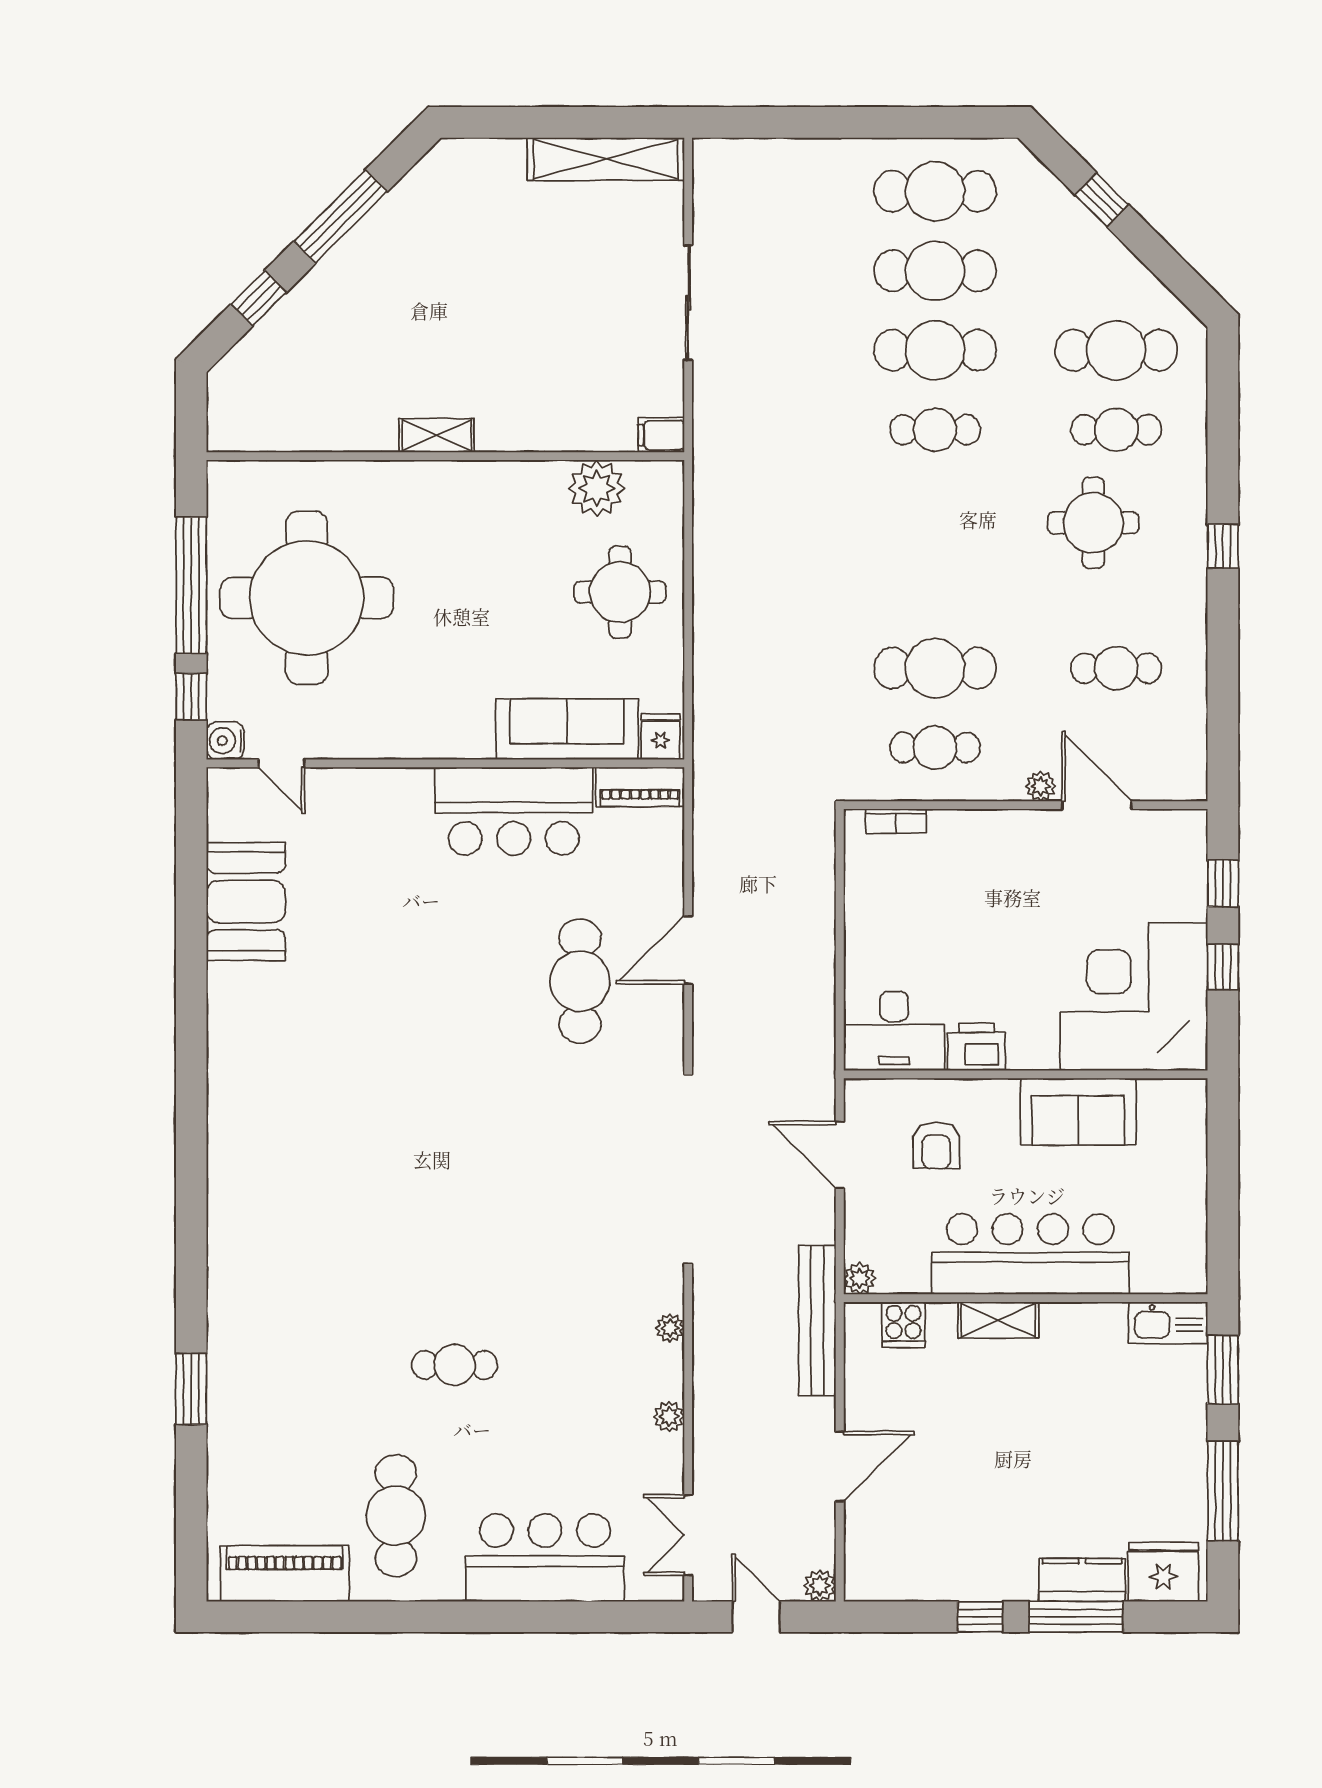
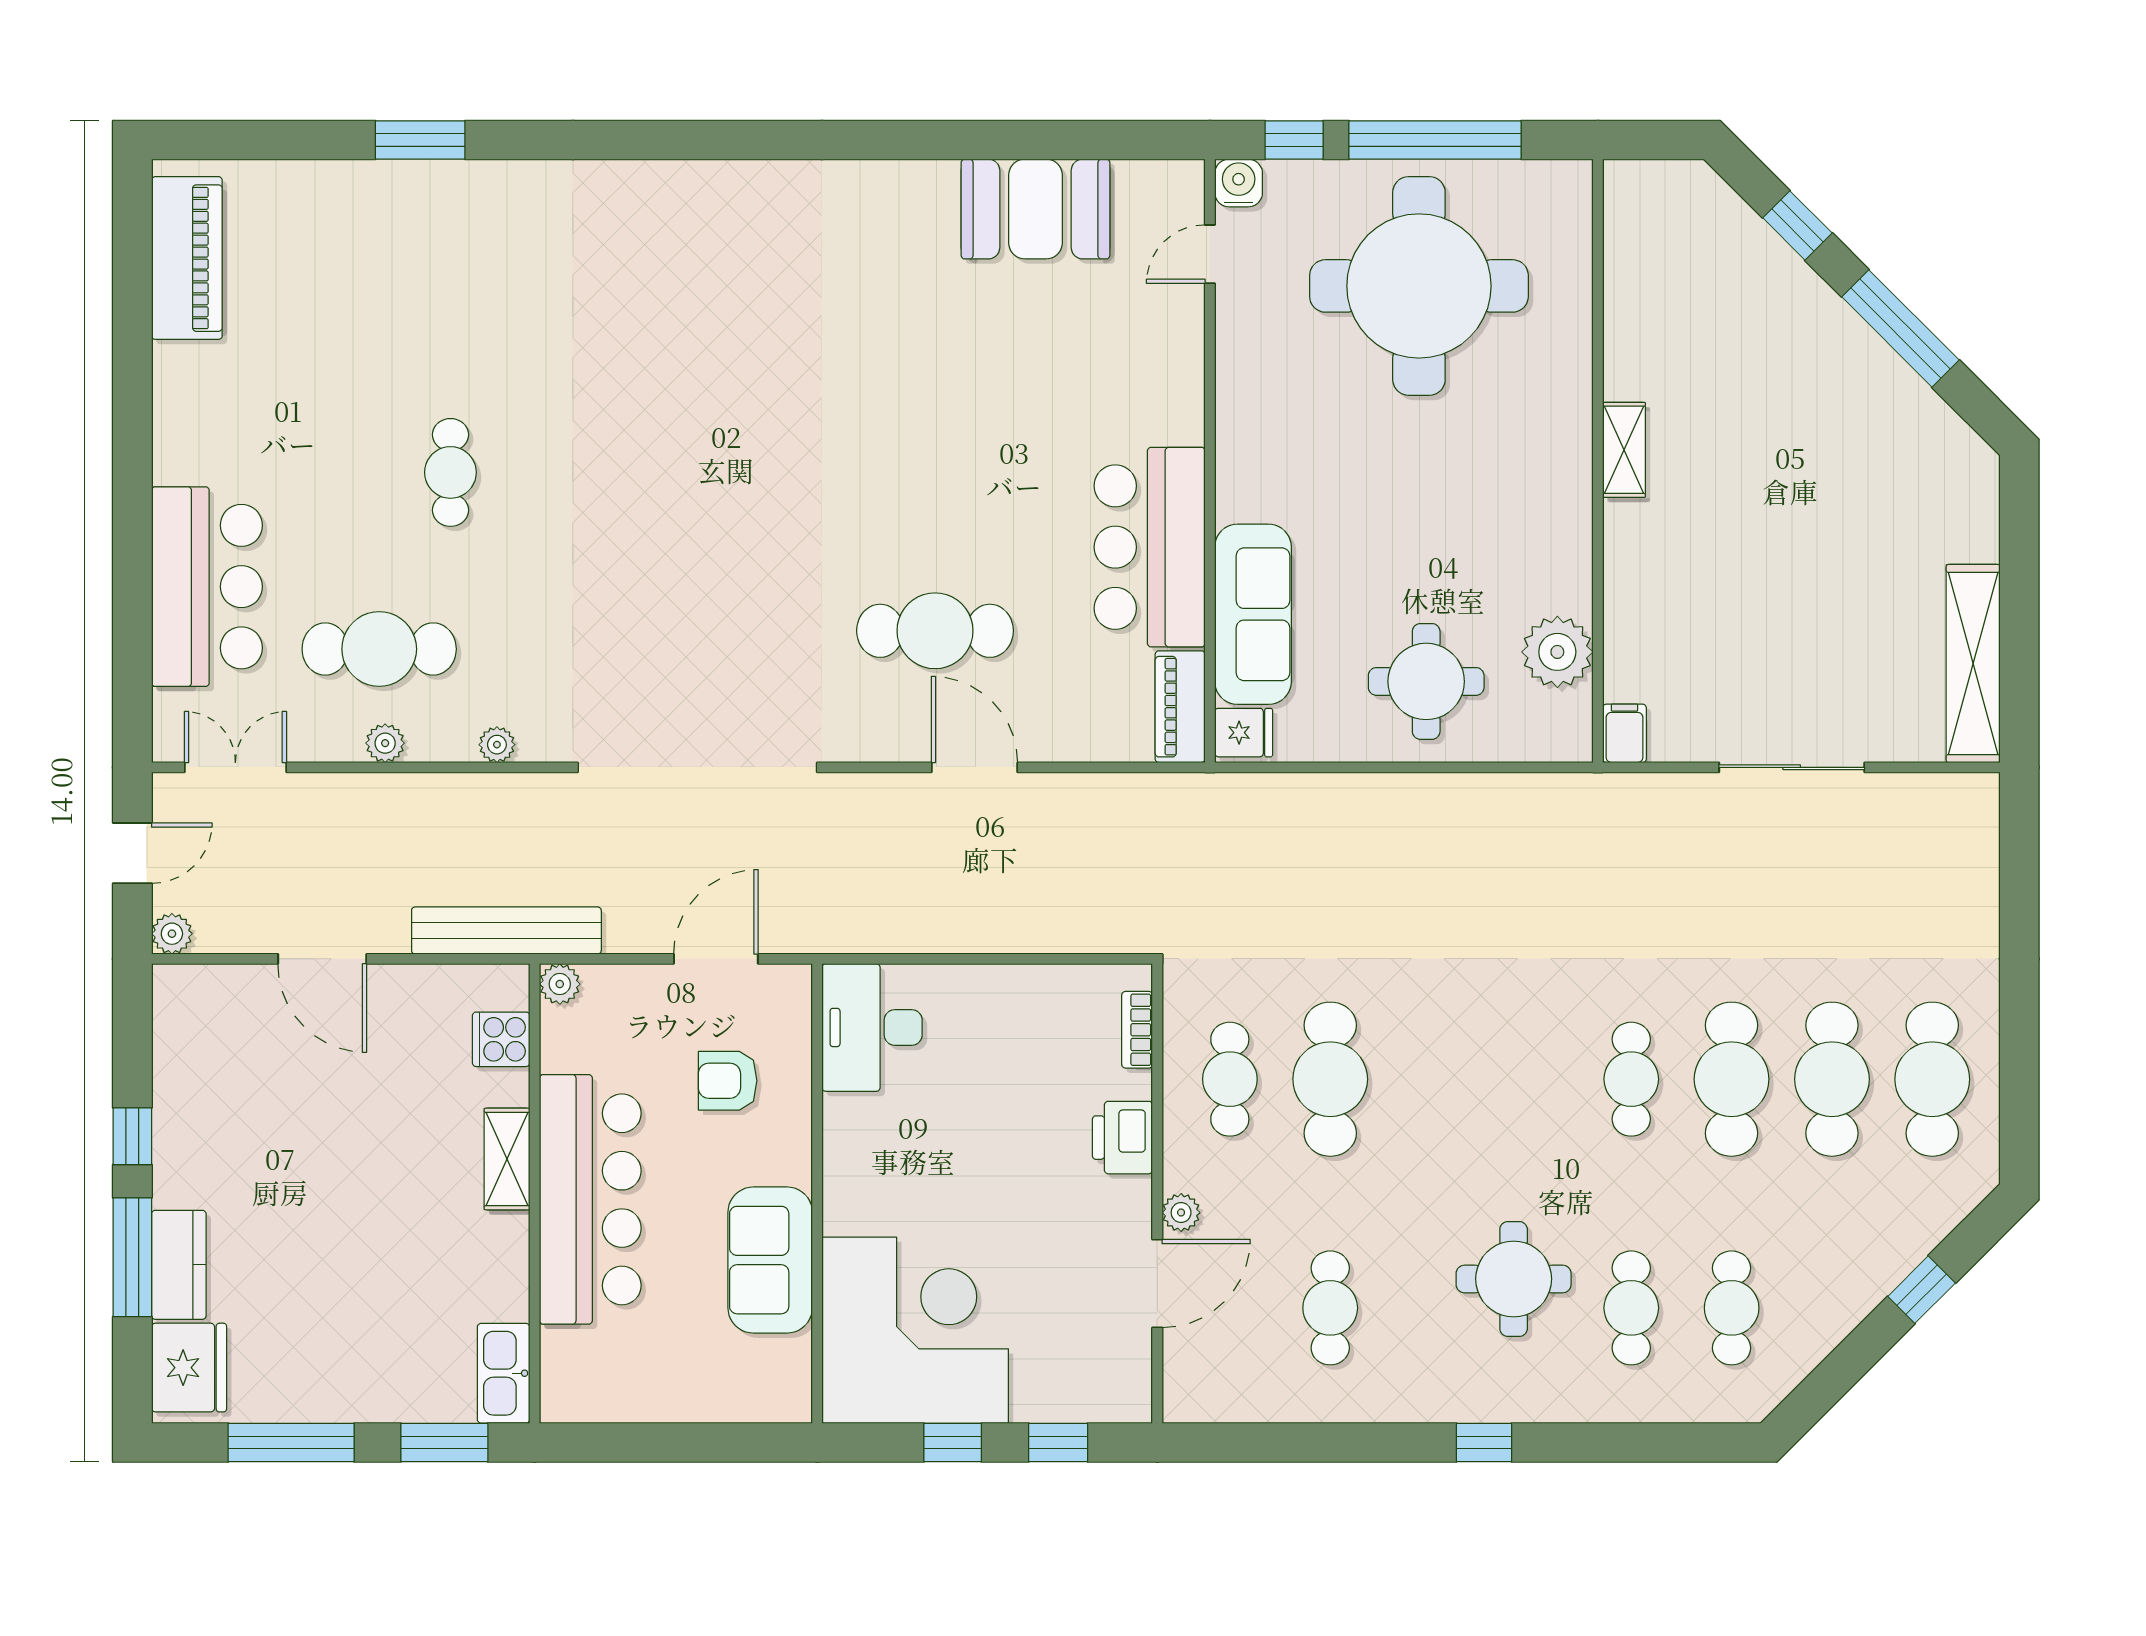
cafe table: (1116, 350) -> (1732, 1308), width x0.73, depth x0.74
printer: (976, 1047) -> (1122, 1138), moved, turned 180
cafe table: (396, 1516) -> (379, 649), moved

